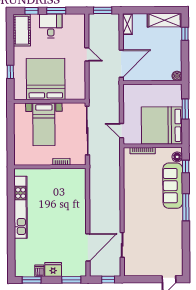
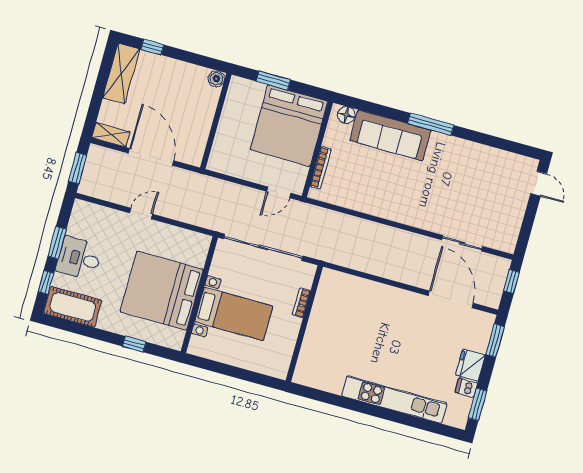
door: (121, 64) -> (151, 157), moved
window: (186, 166) -> (365, 106), removed
kitchen unit: (21, 207) -> (394, 400), moved

